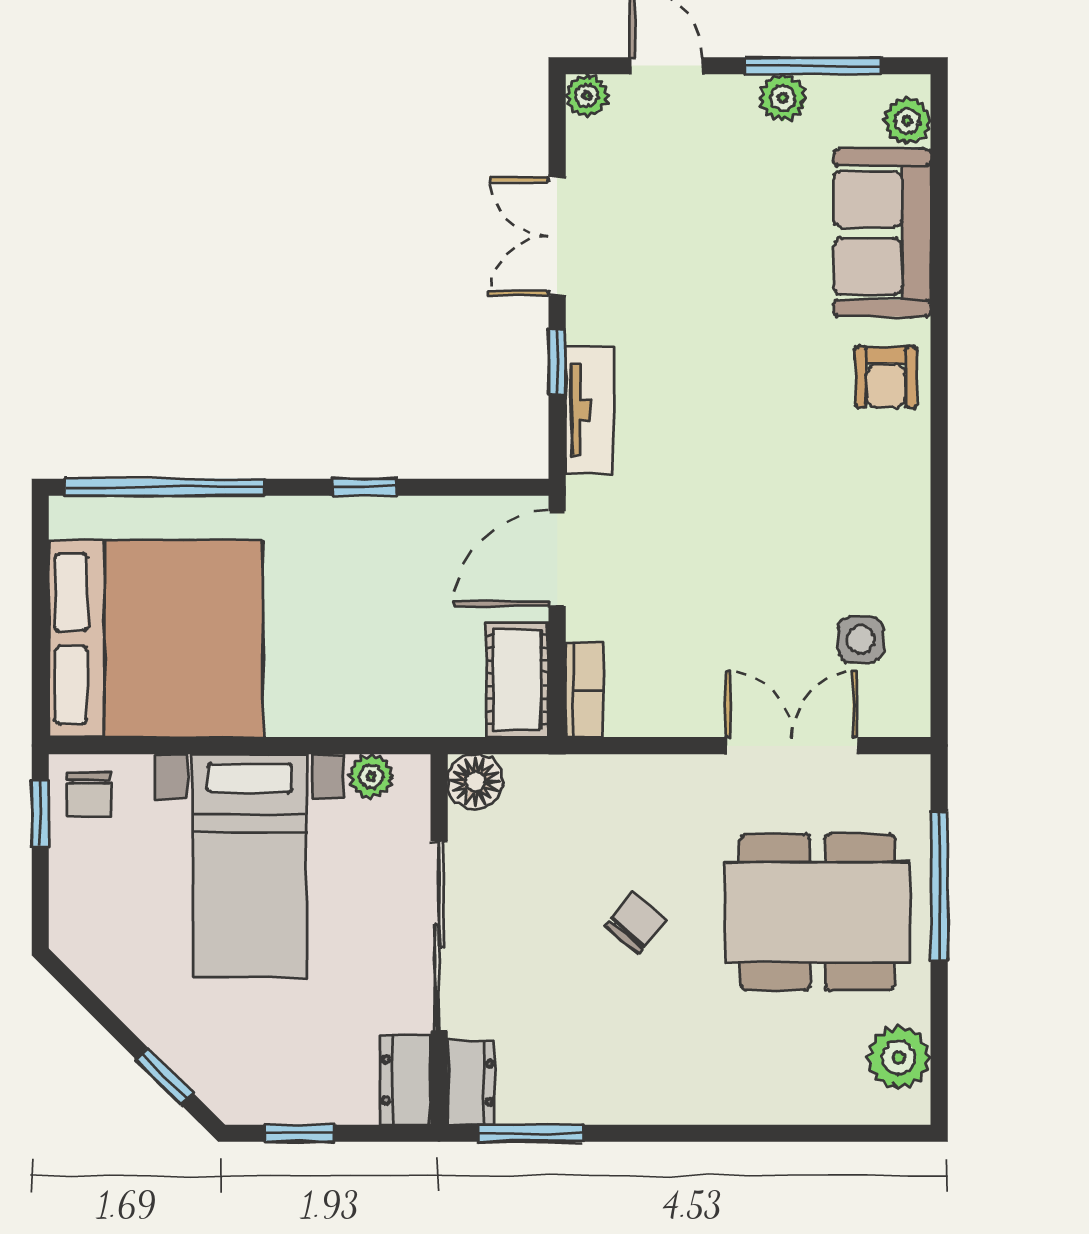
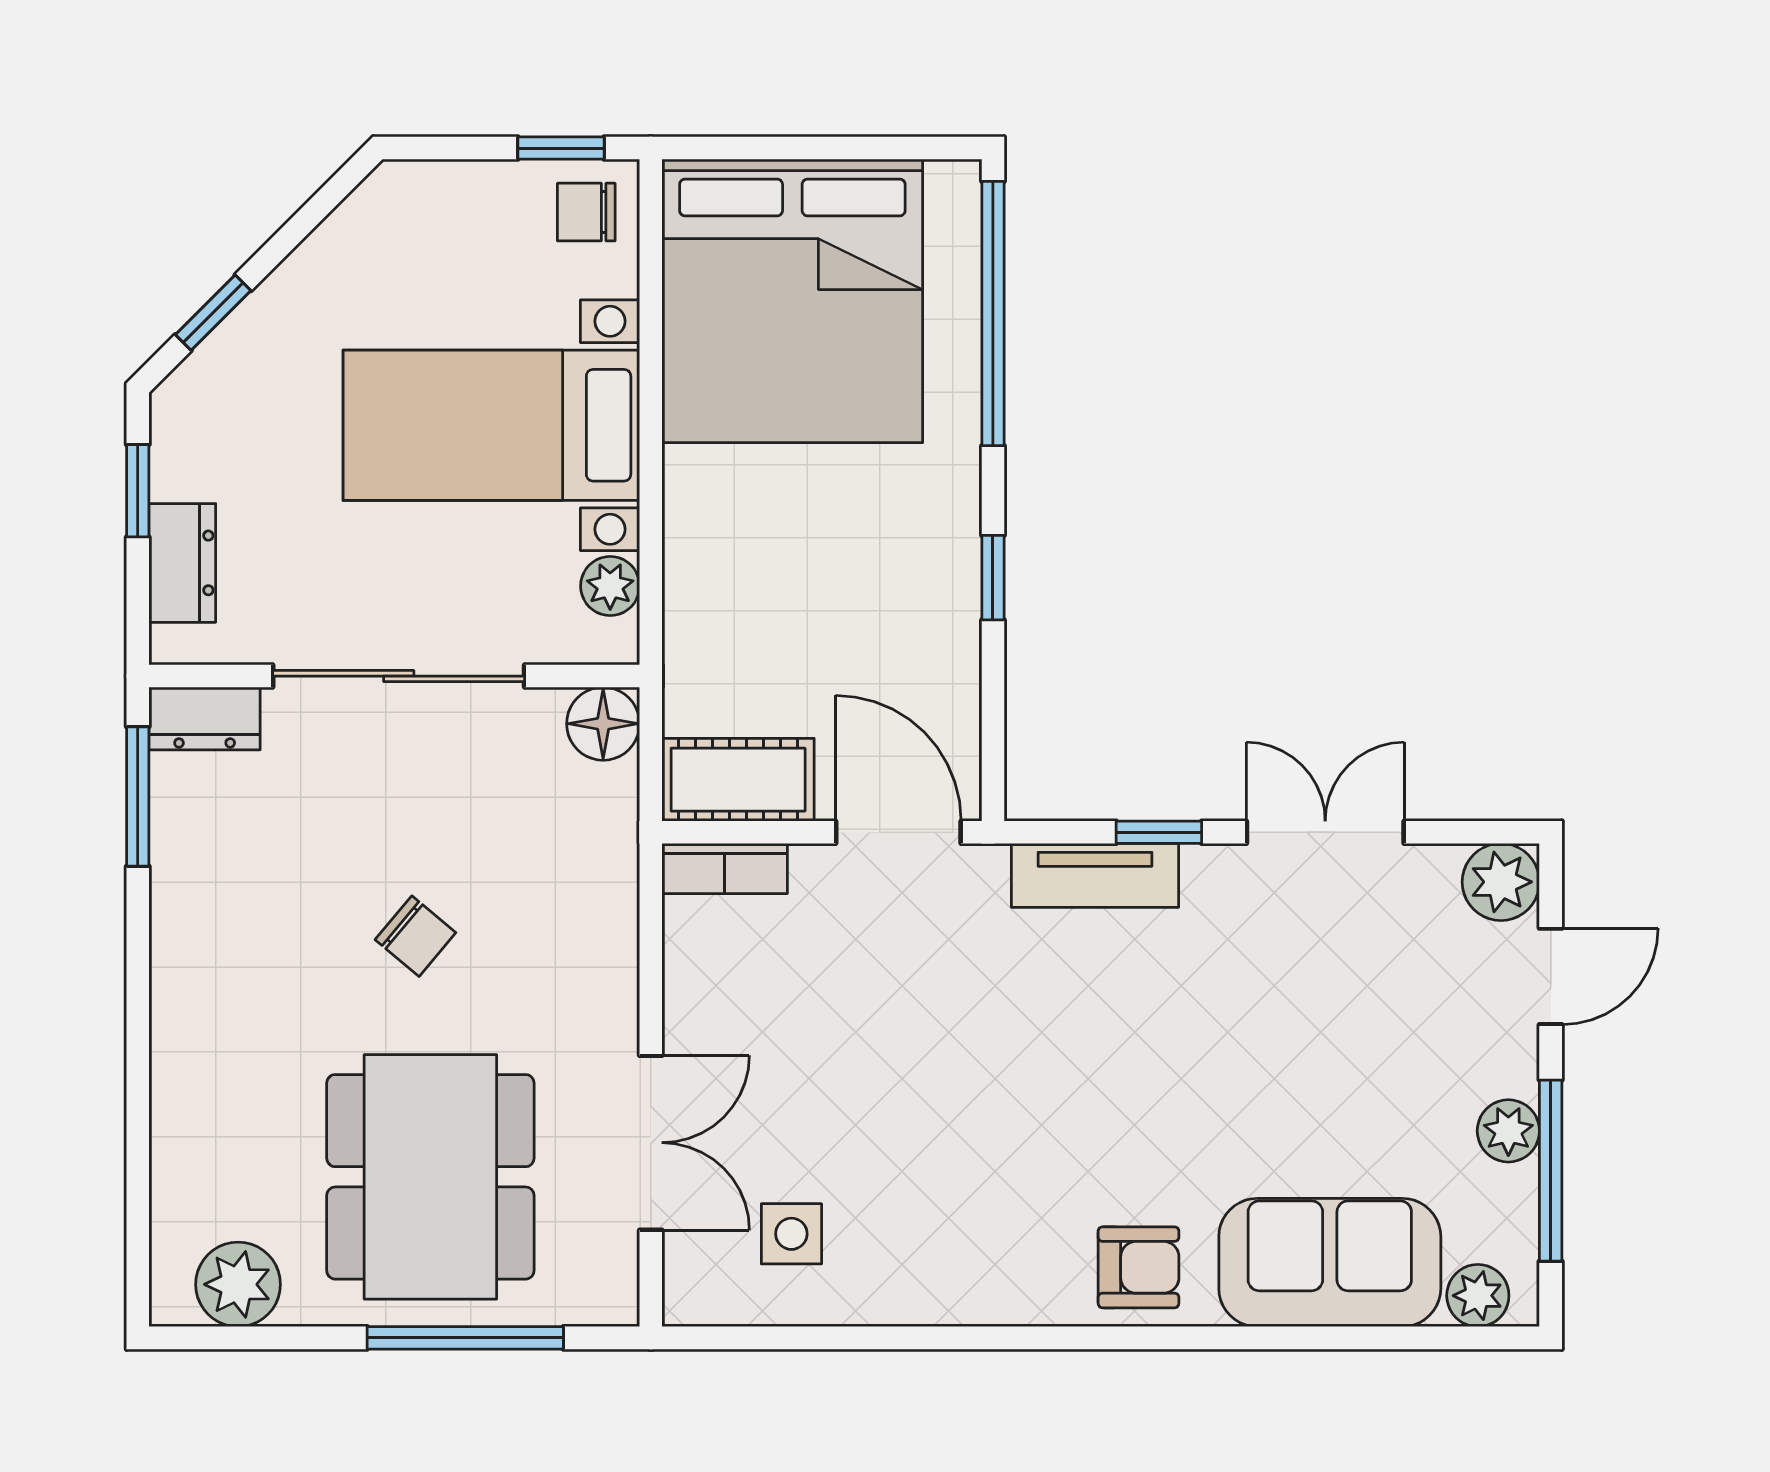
plant: (587, 95) -> (1501, 882), width x1.38, depth x1.38
armchair: (886, 377) -> (1139, 1267), turned 180
dresser: (405, 1080) -> (182, 563), moved, turned 90

